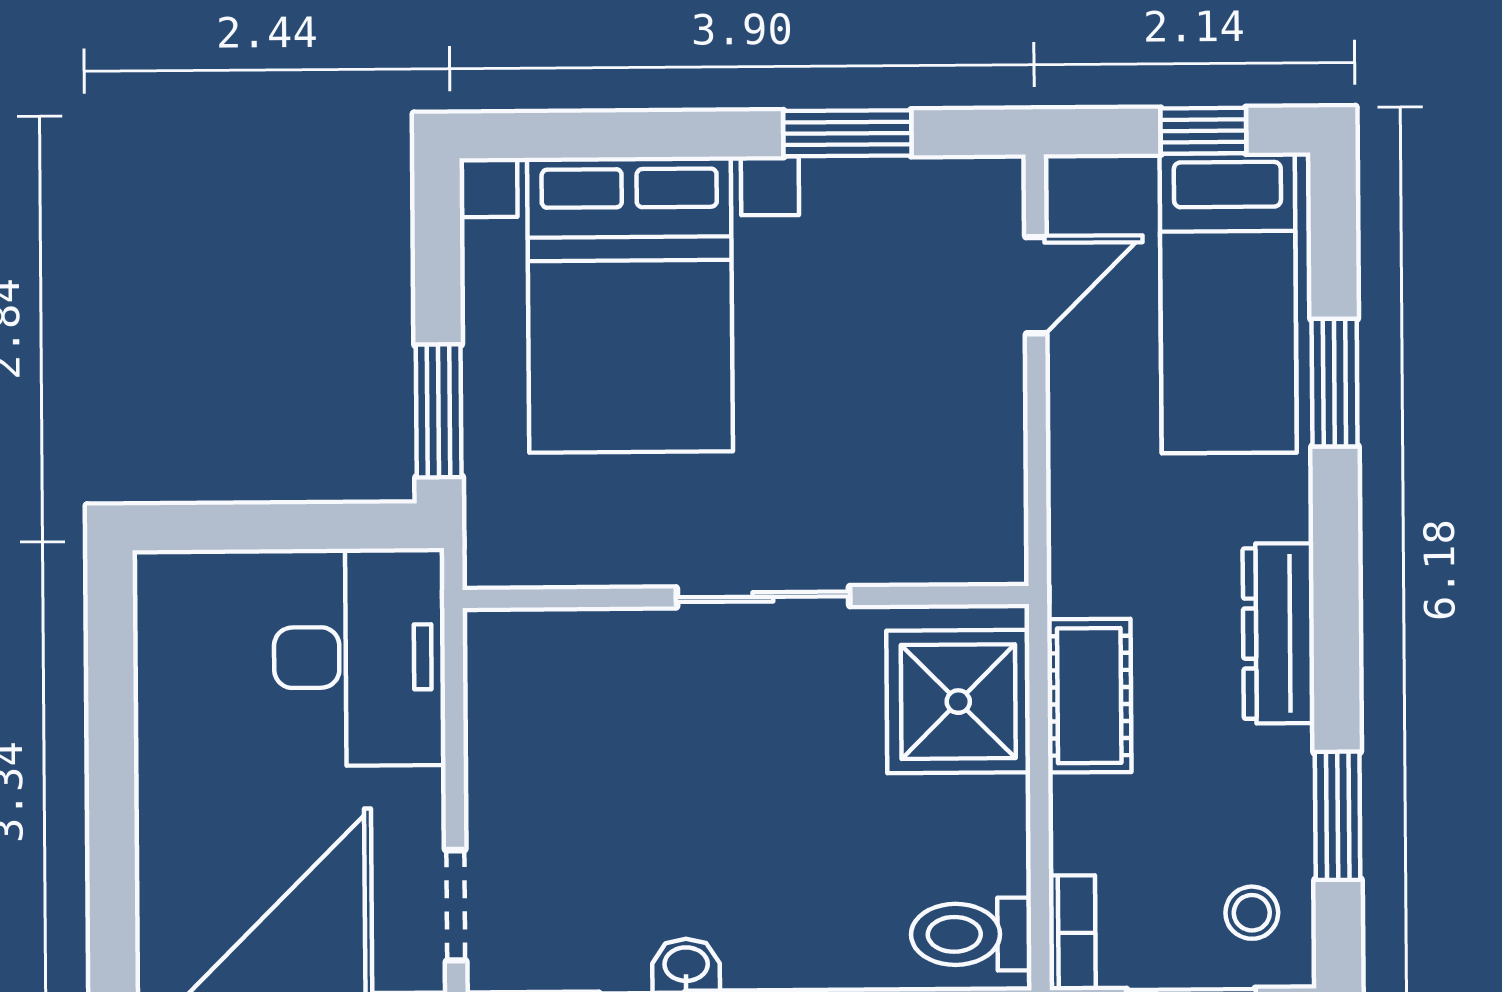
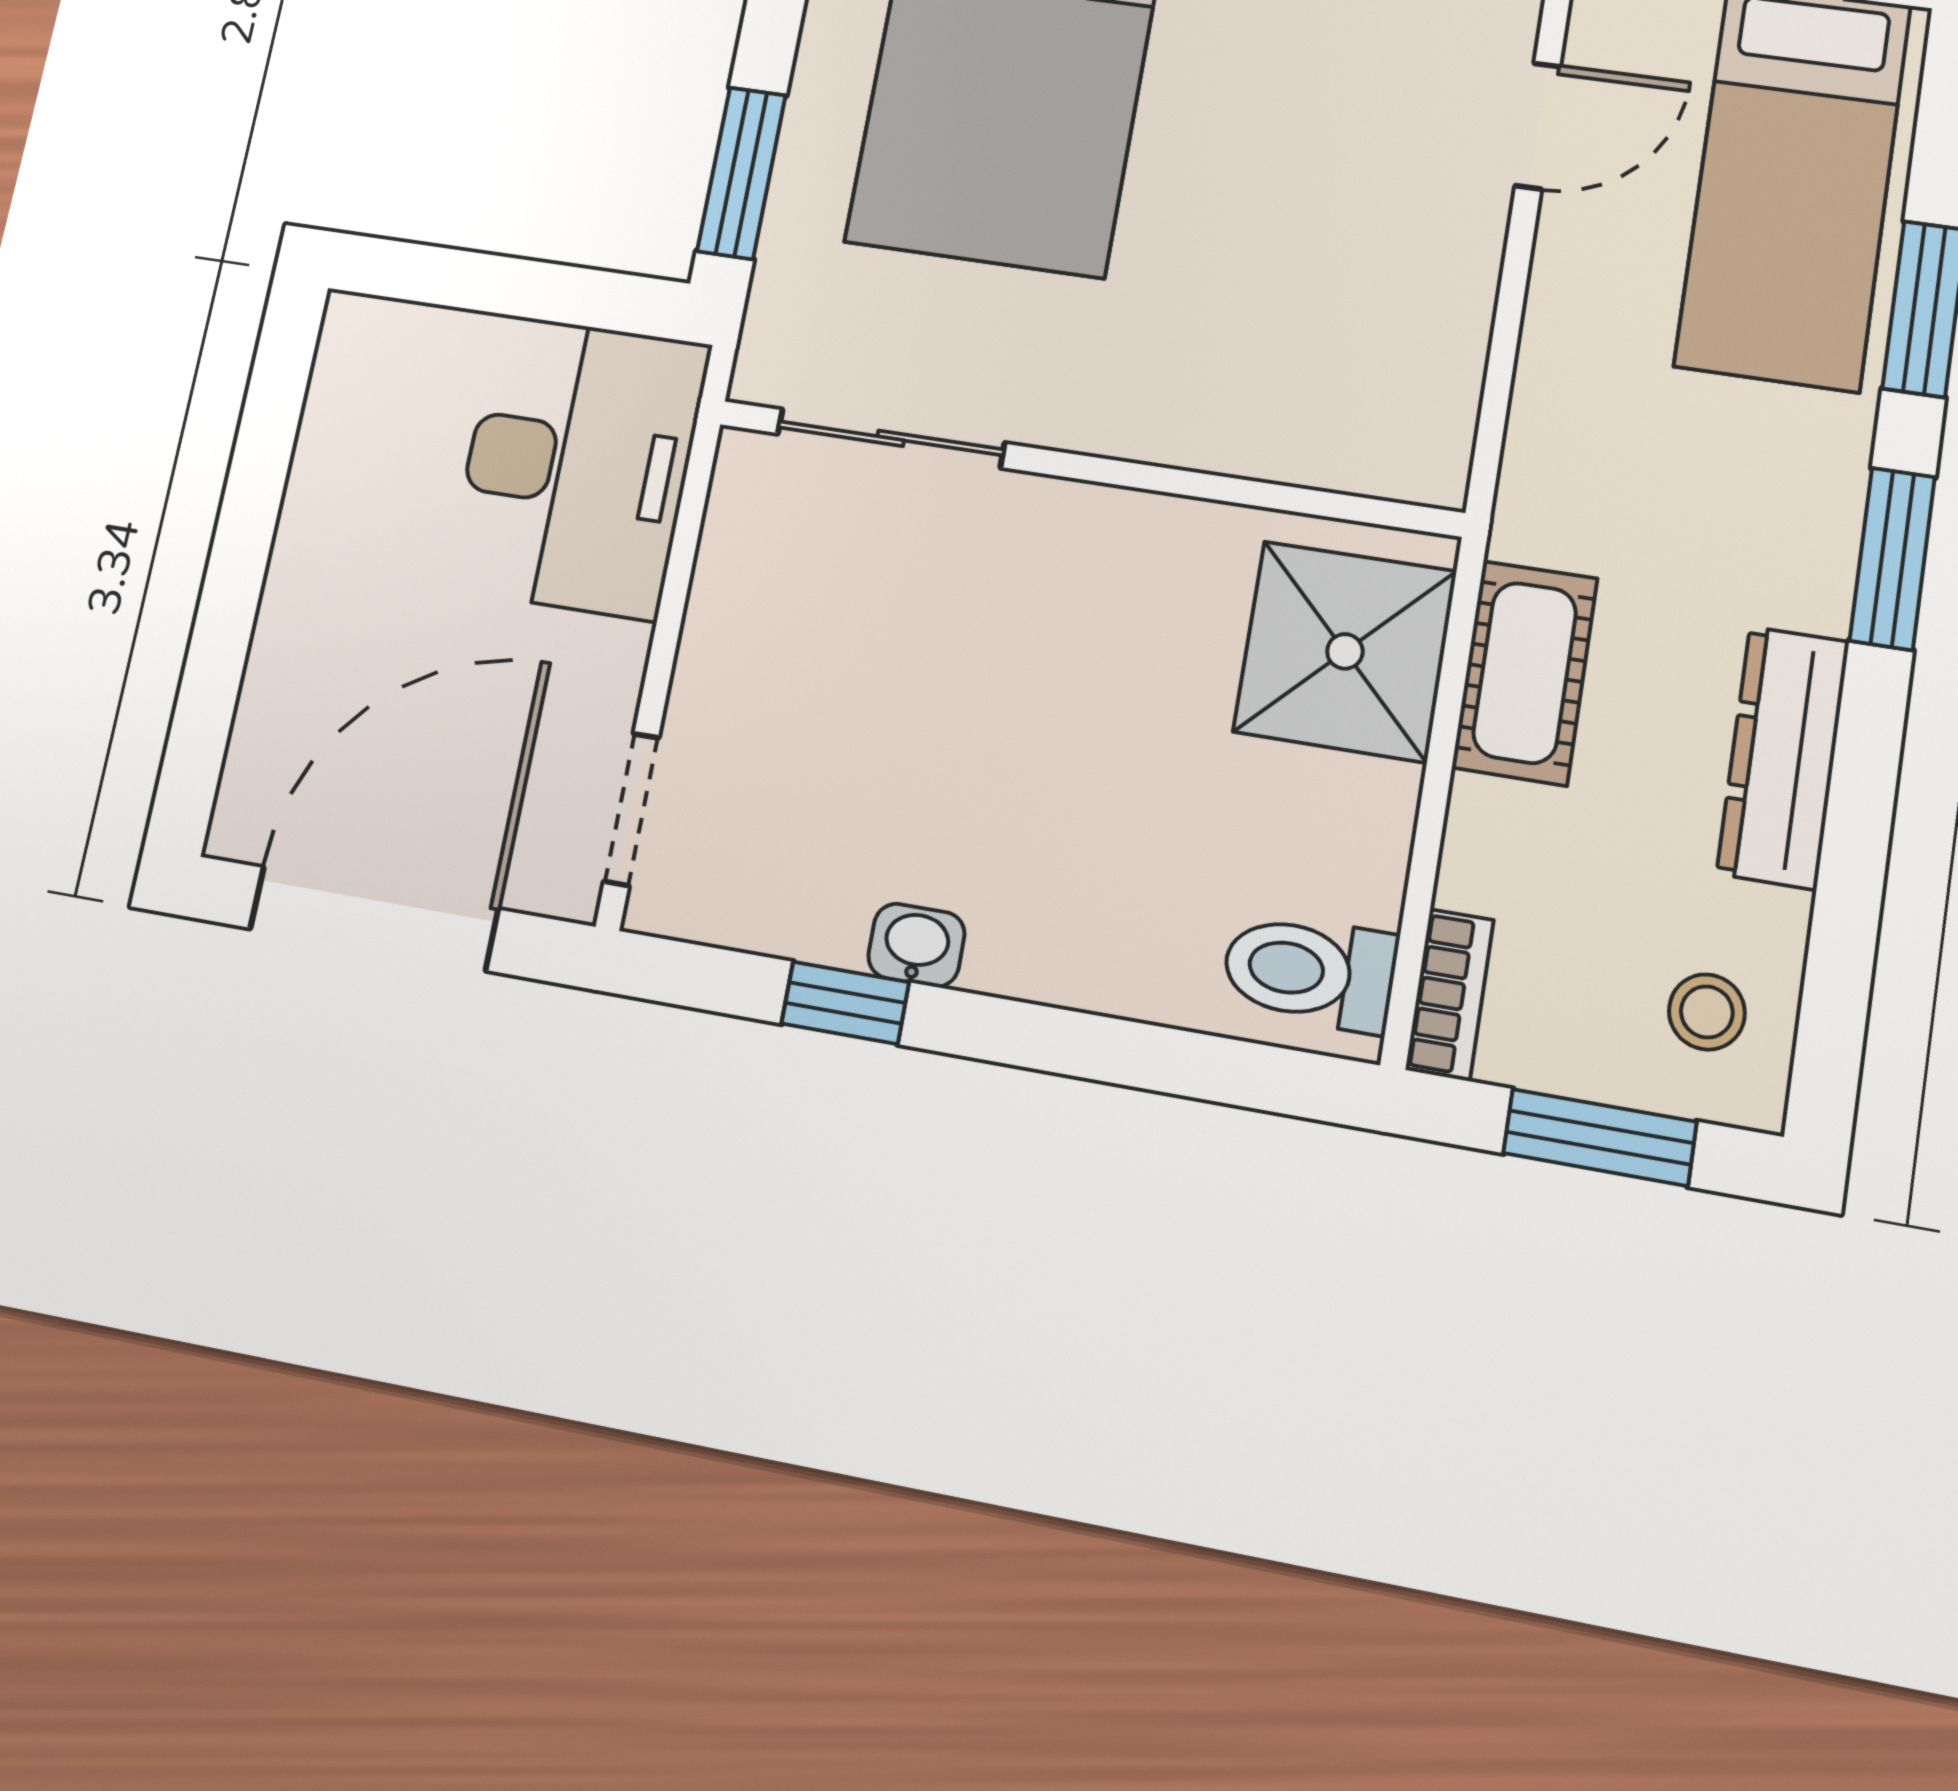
sliding door: (763, 597) -> (891, 438), moved
dresser: (1279, 633) -> (1783, 757), moved
window: (1338, 816) -> (1892, 559), moved

